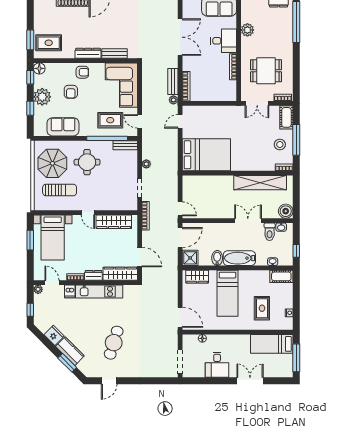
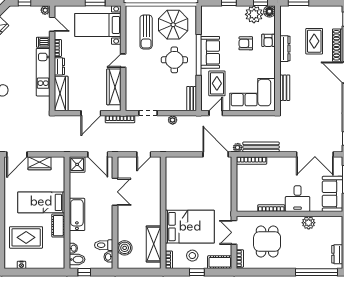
double door: (180, 37) -> (315, 154), moved
rug: (49, 43) -> (314, 41), moved
dresser: (88, 53) -> (285, 49), moved
armchair: (82, 72) -> (268, 40), moved
bench: (173, 81) -> (261, 147), width x1.36
plant: (42, 97) -> (254, 14), moved
door: (180, 121) -> (216, 154), width x1.87
sofa: (63, 127) -> (210, 52), moved
window: (107, 138) -> (199, 55), moved
window: (296, 140) -> (197, 272), width x0.46
bed: (206, 155) -> (190, 227), moved, turned -90
shelving: (260, 183) -> (154, 244), width x0.68
door: (180, 209) -> (144, 154), moved
boiler: (286, 211) -> (125, 248), moved
double door: (248, 221) -> (115, 192), moved
door: (140, 257) -> (91, 113), moved
bidet: (217, 258) -> (77, 259), moved
cot: (281, 276) -> (58, 226), moved
wardrobe: (197, 277) -> (39, 163), moved, turned -90
door: (52, 283) -> (52, 24), hinge flipped
rug: (262, 308) -> (26, 237), width x1.36, depth x1.43

